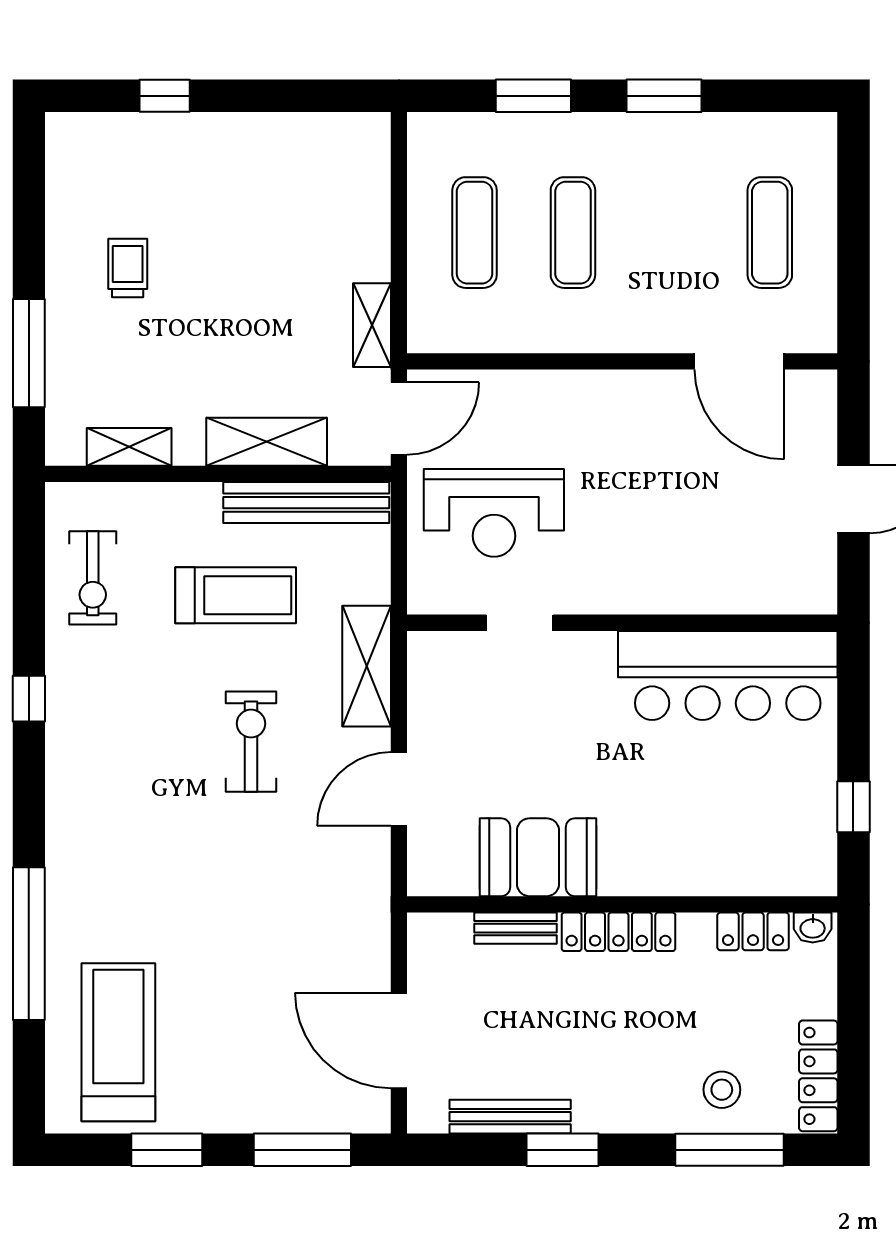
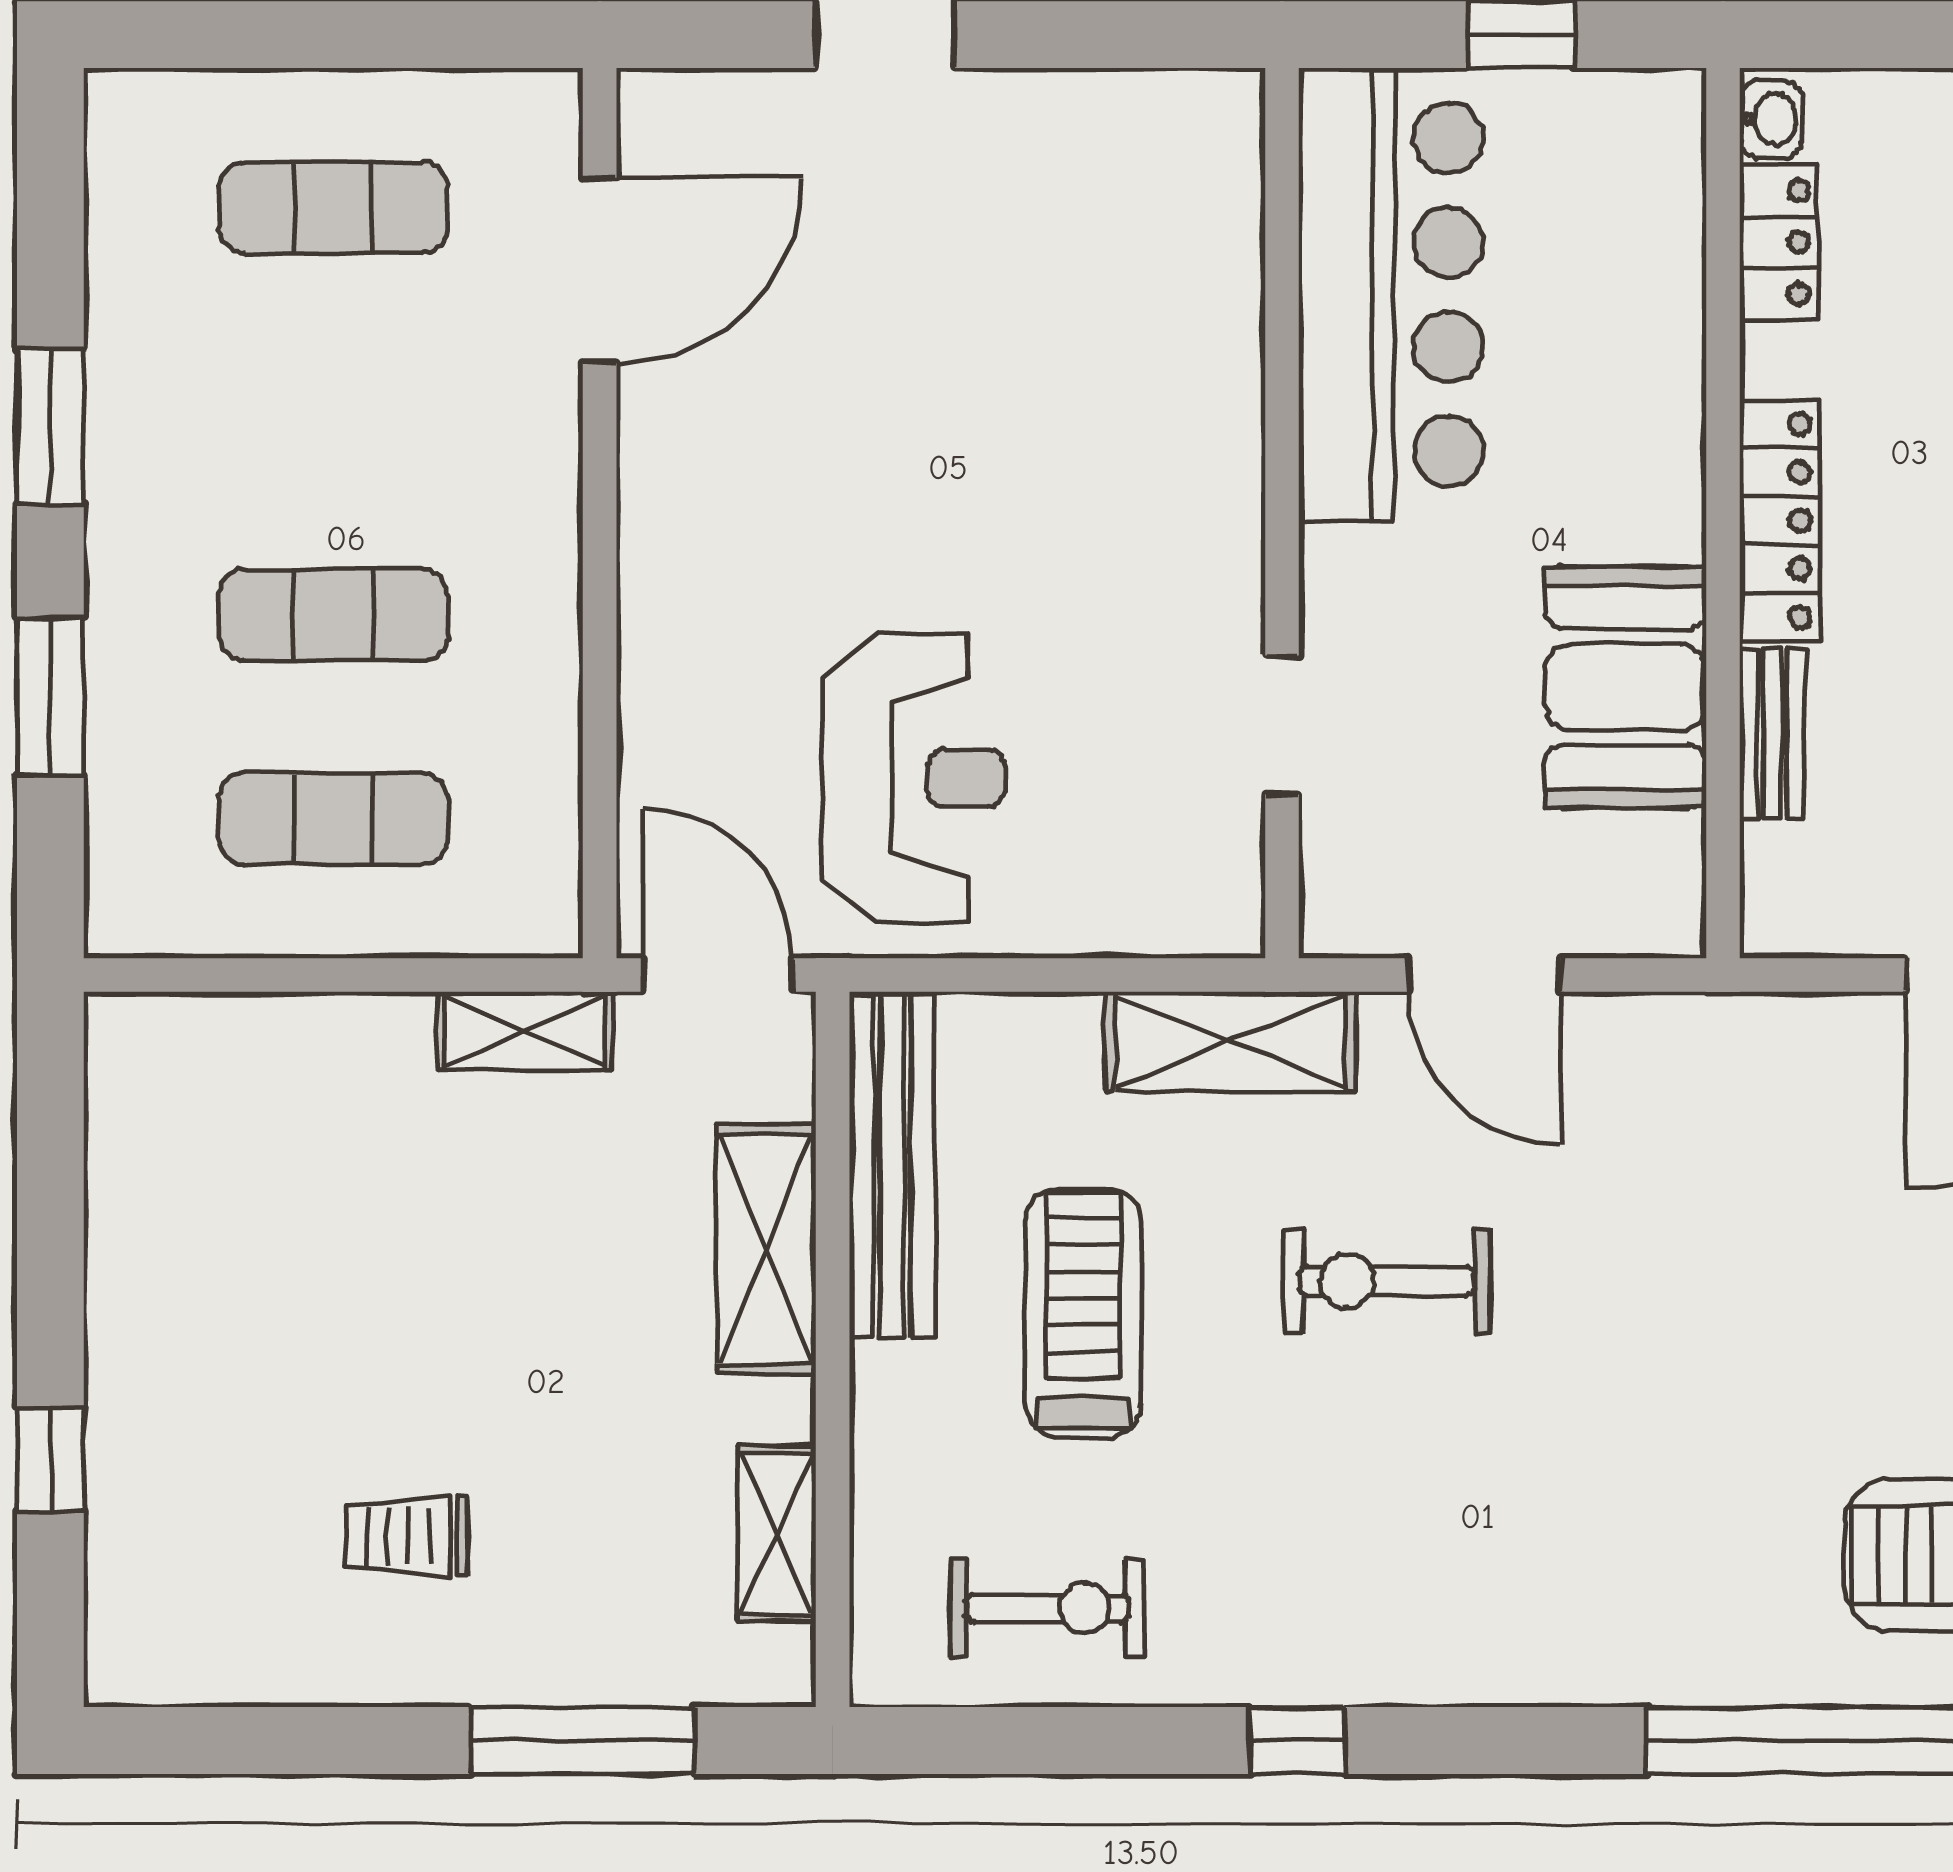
doorway: (520, 623) -> (1282, 725), moved
wall: (622, 623) -> (1282, 513), moved
bar counter: (728, 675) -> (1391, 295), moved

